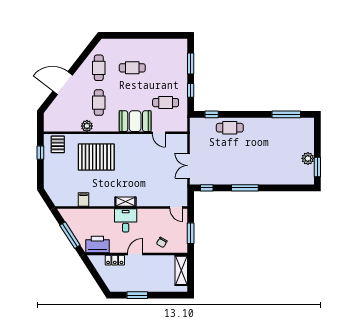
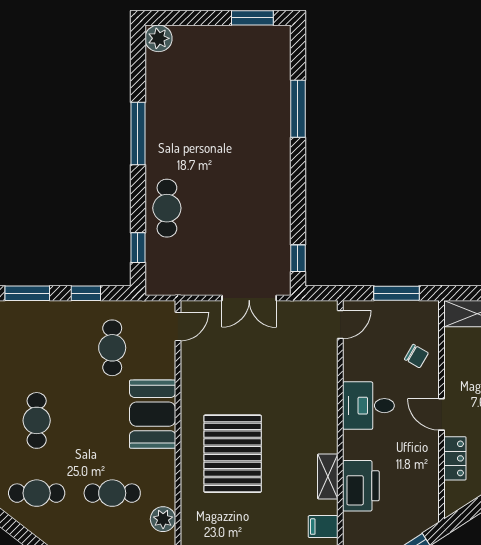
window: (286, 114) -> (138, 133), moved
door: (159, 133) -> (178, 326), moved
pallet: (96, 157) -> (233, 454), moved
plant: (308, 158) -> (158, 38), moved
window: (245, 188) -> (298, 109), moved
shelving: (125, 202) -> (328, 476), moved
desk: (126, 220) -> (368, 406), moved
printer: (97, 245) -> (361, 486), moved, turned 180

